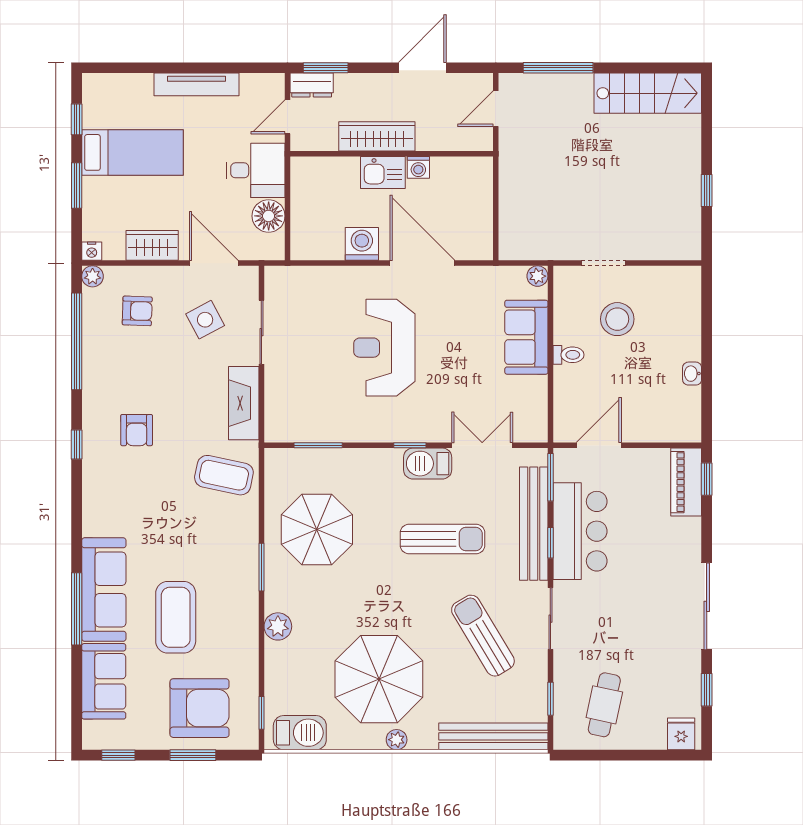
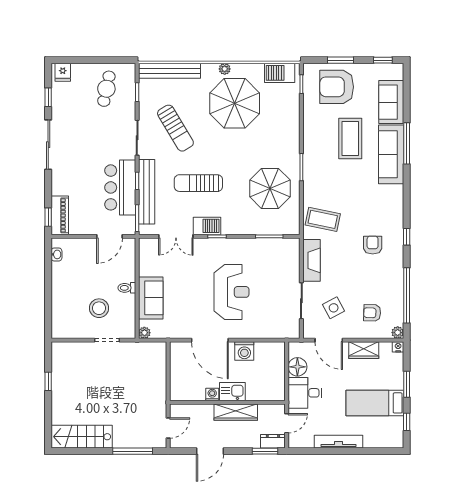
washbasin: (692, 374) -> (56, 254), moved
plant: (278, 626) -> (292, 133), removed

